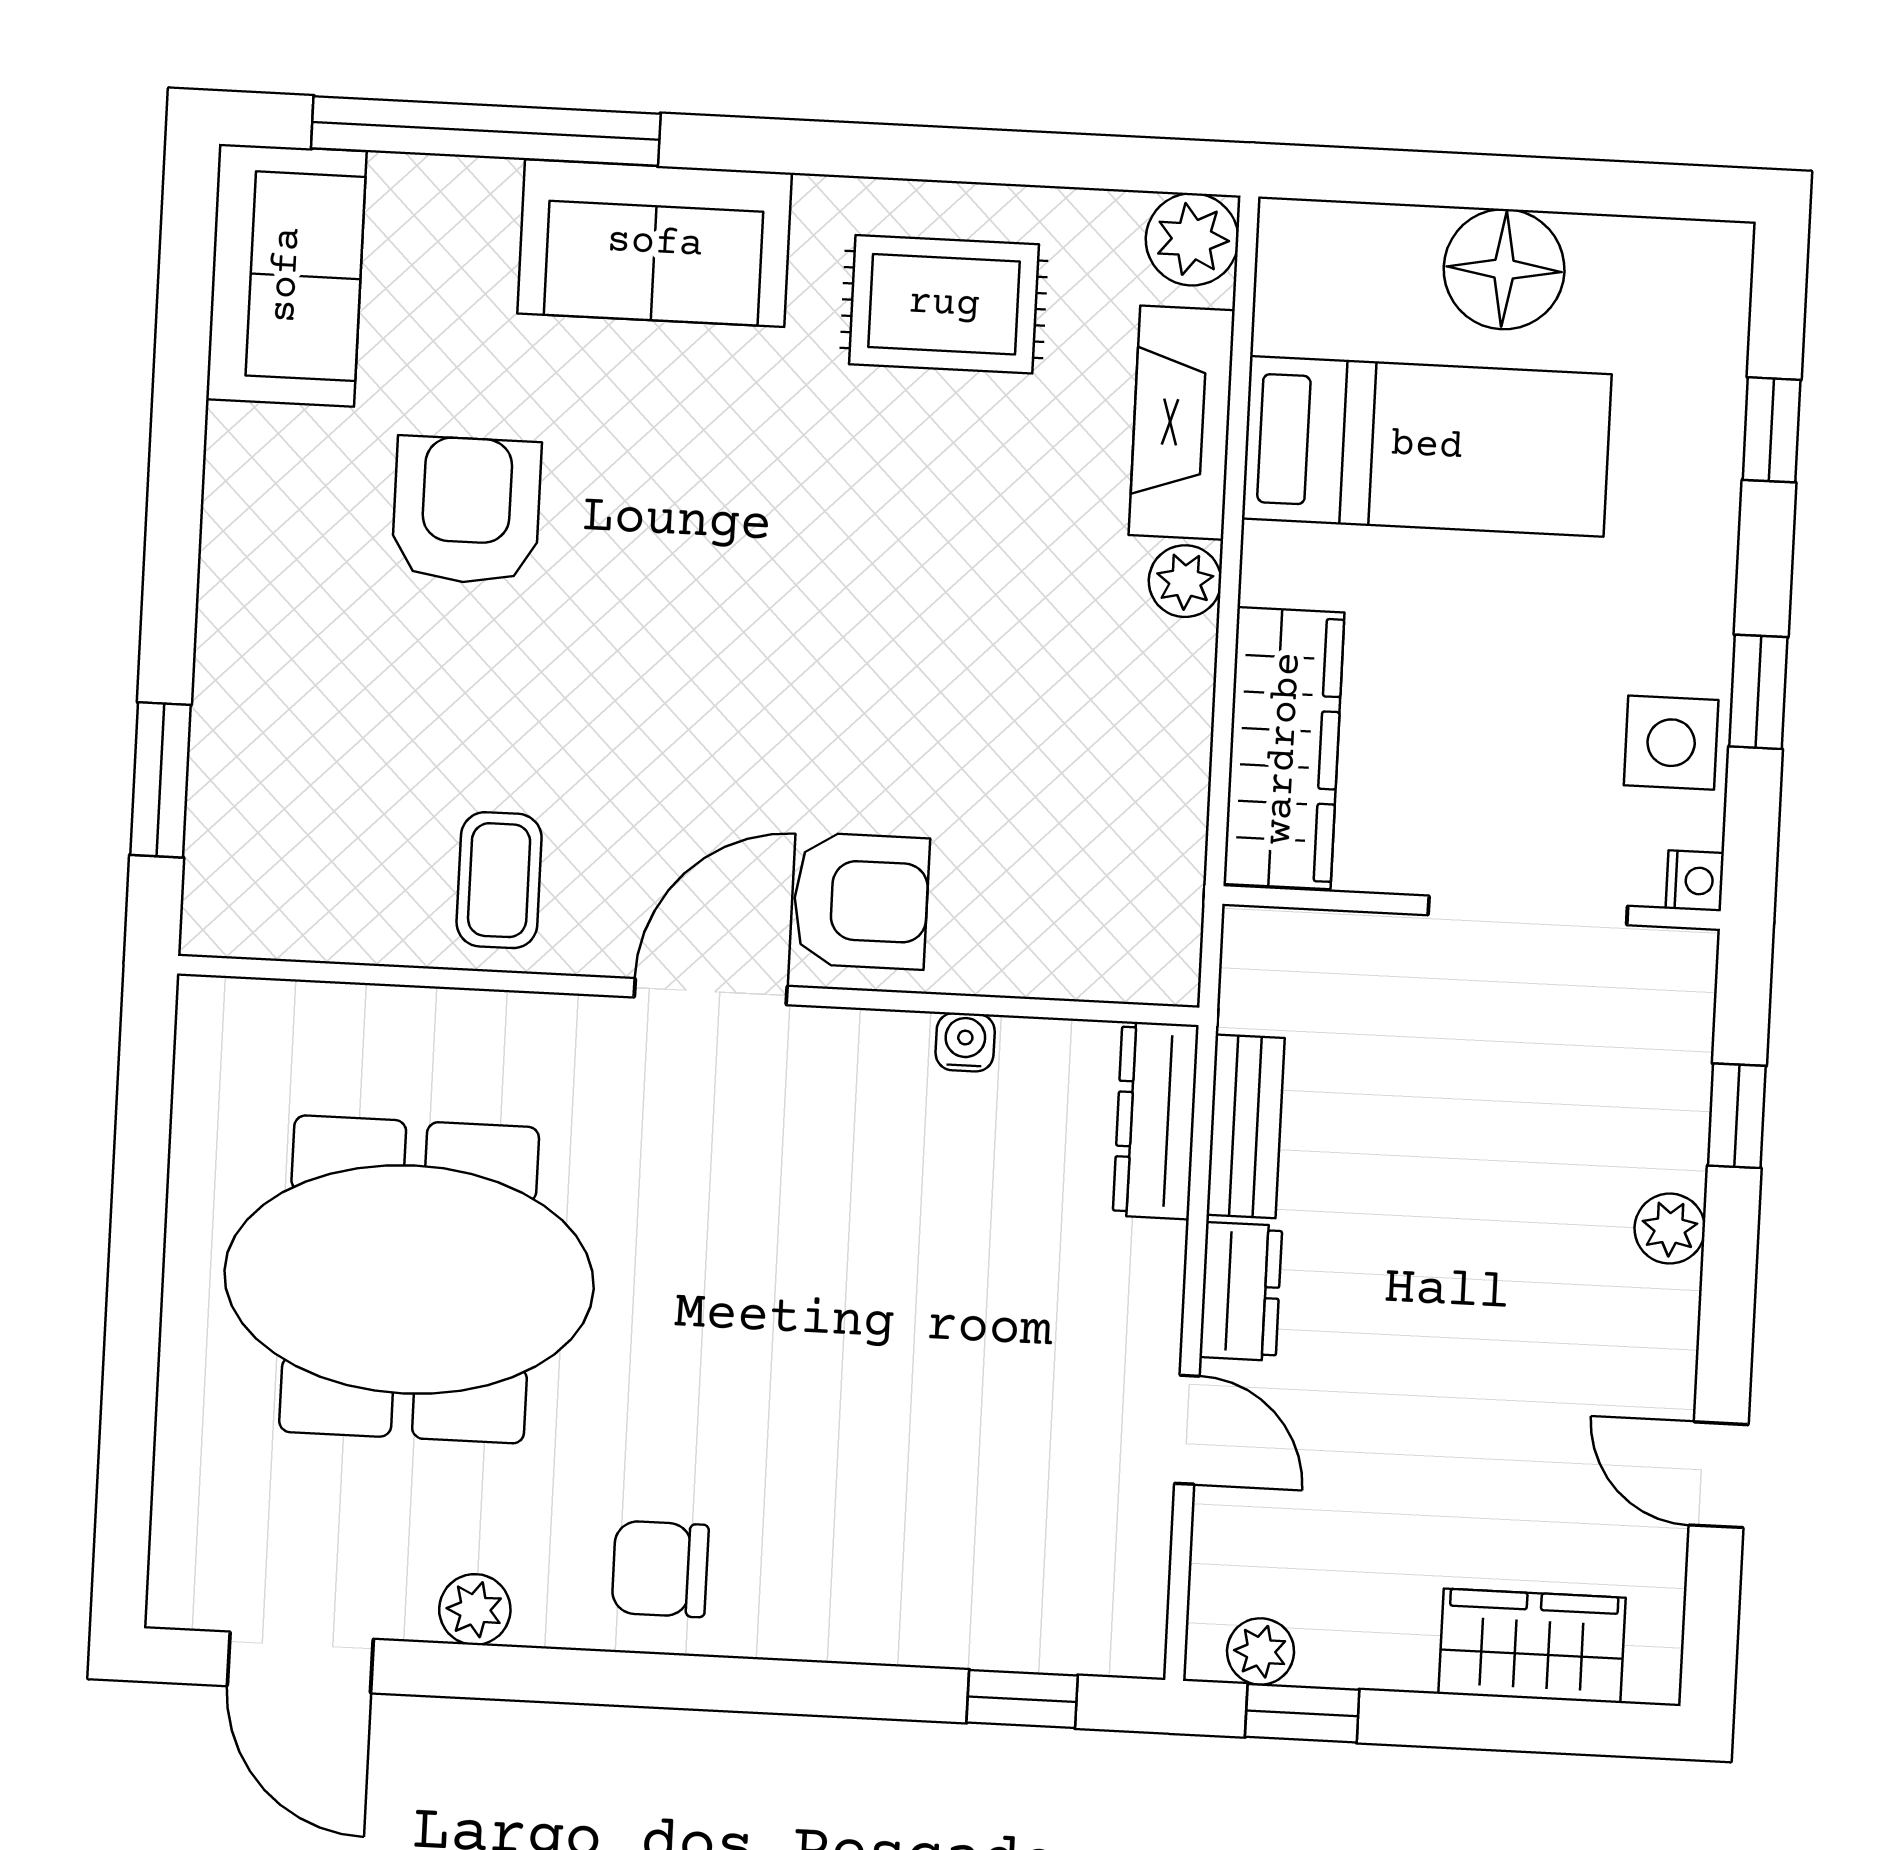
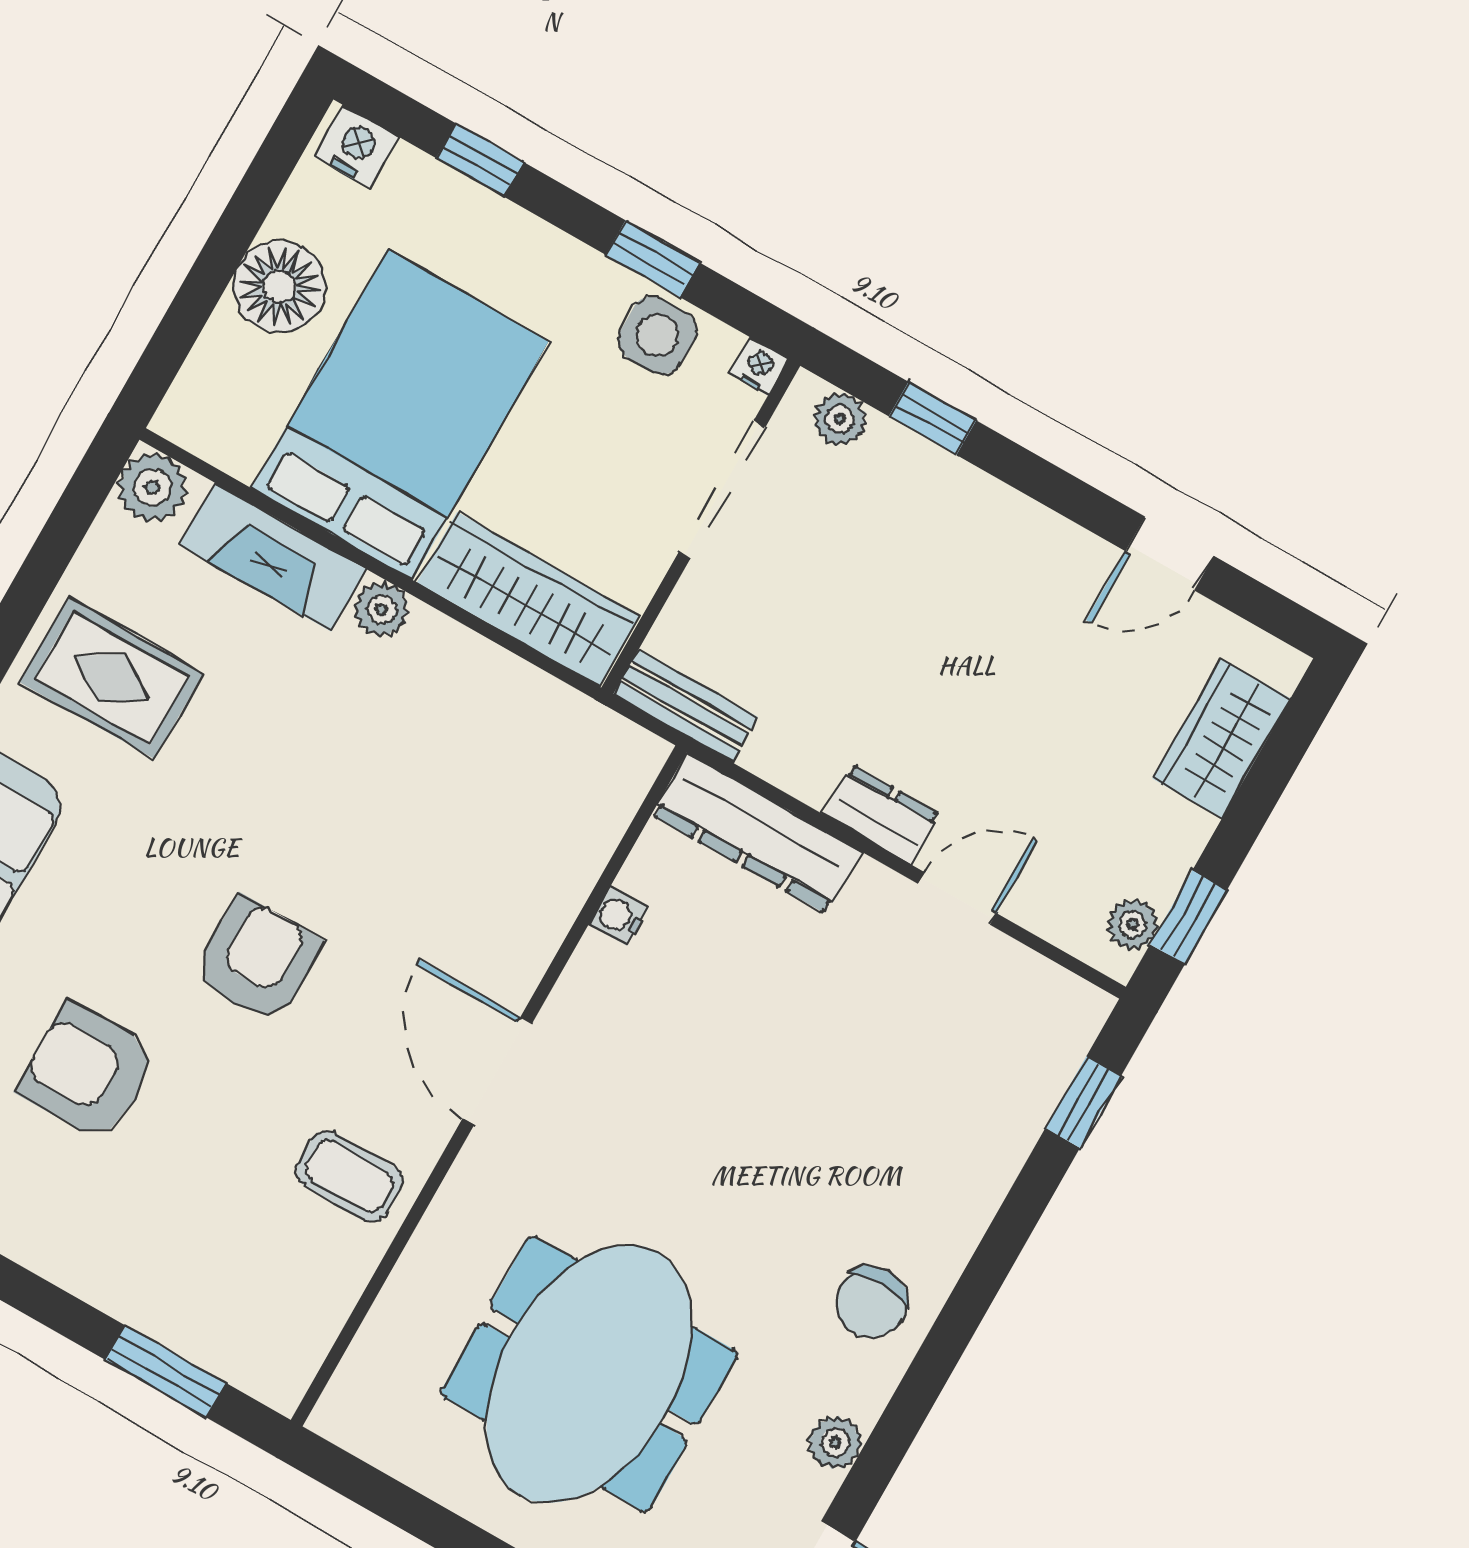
nightstand: (1714, 276) -> (356, 147), added
rug: (944, 304) -> (112, 678), turned 90
bed: (1427, 446) -> (400, 415), width x1.50
armchair: (861, 901) -> (257, 960), moved
dresser: (1156, 1120) -> (757, 833), width x1.37, depth x1.24
bench: (1246, 1126) -> (685, 706), moved
plant: (1670, 1229) -> (840, 419), moved

